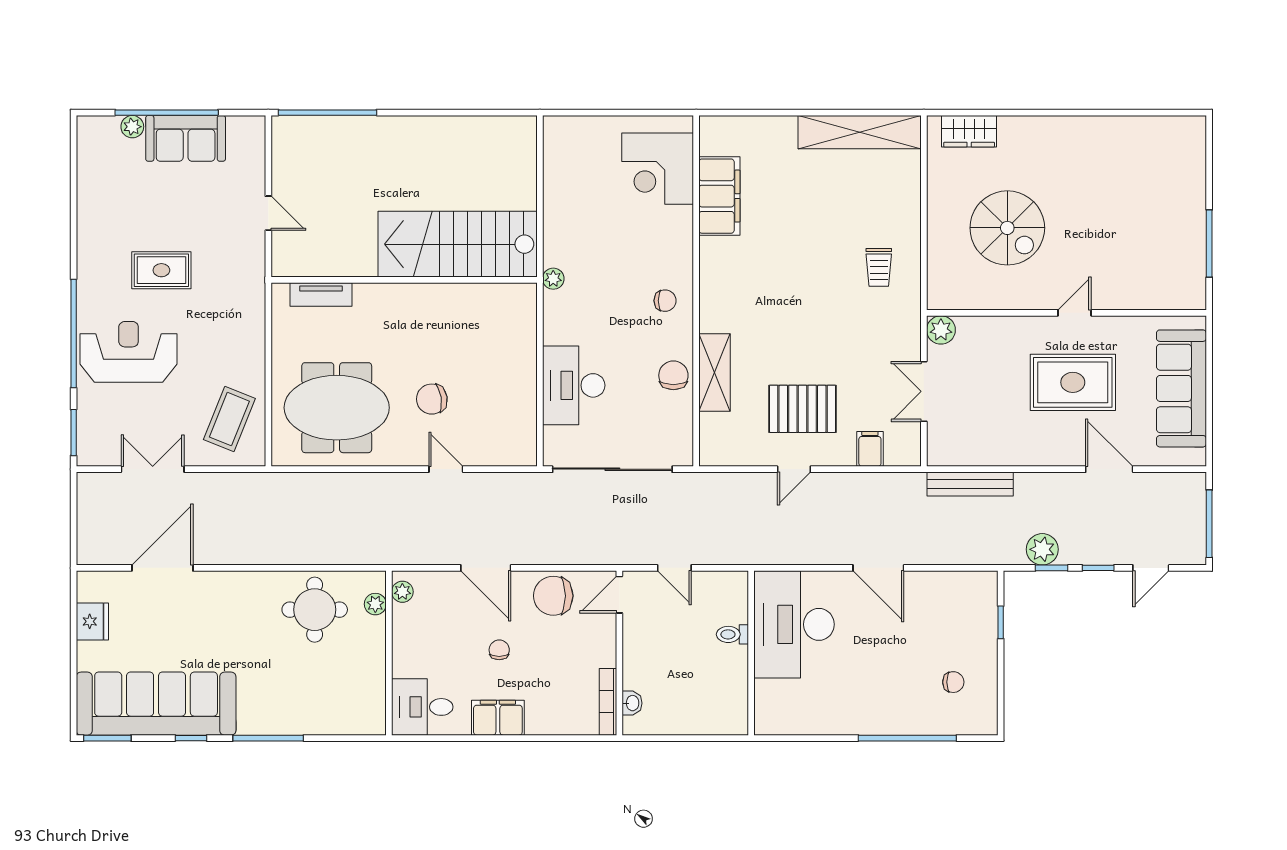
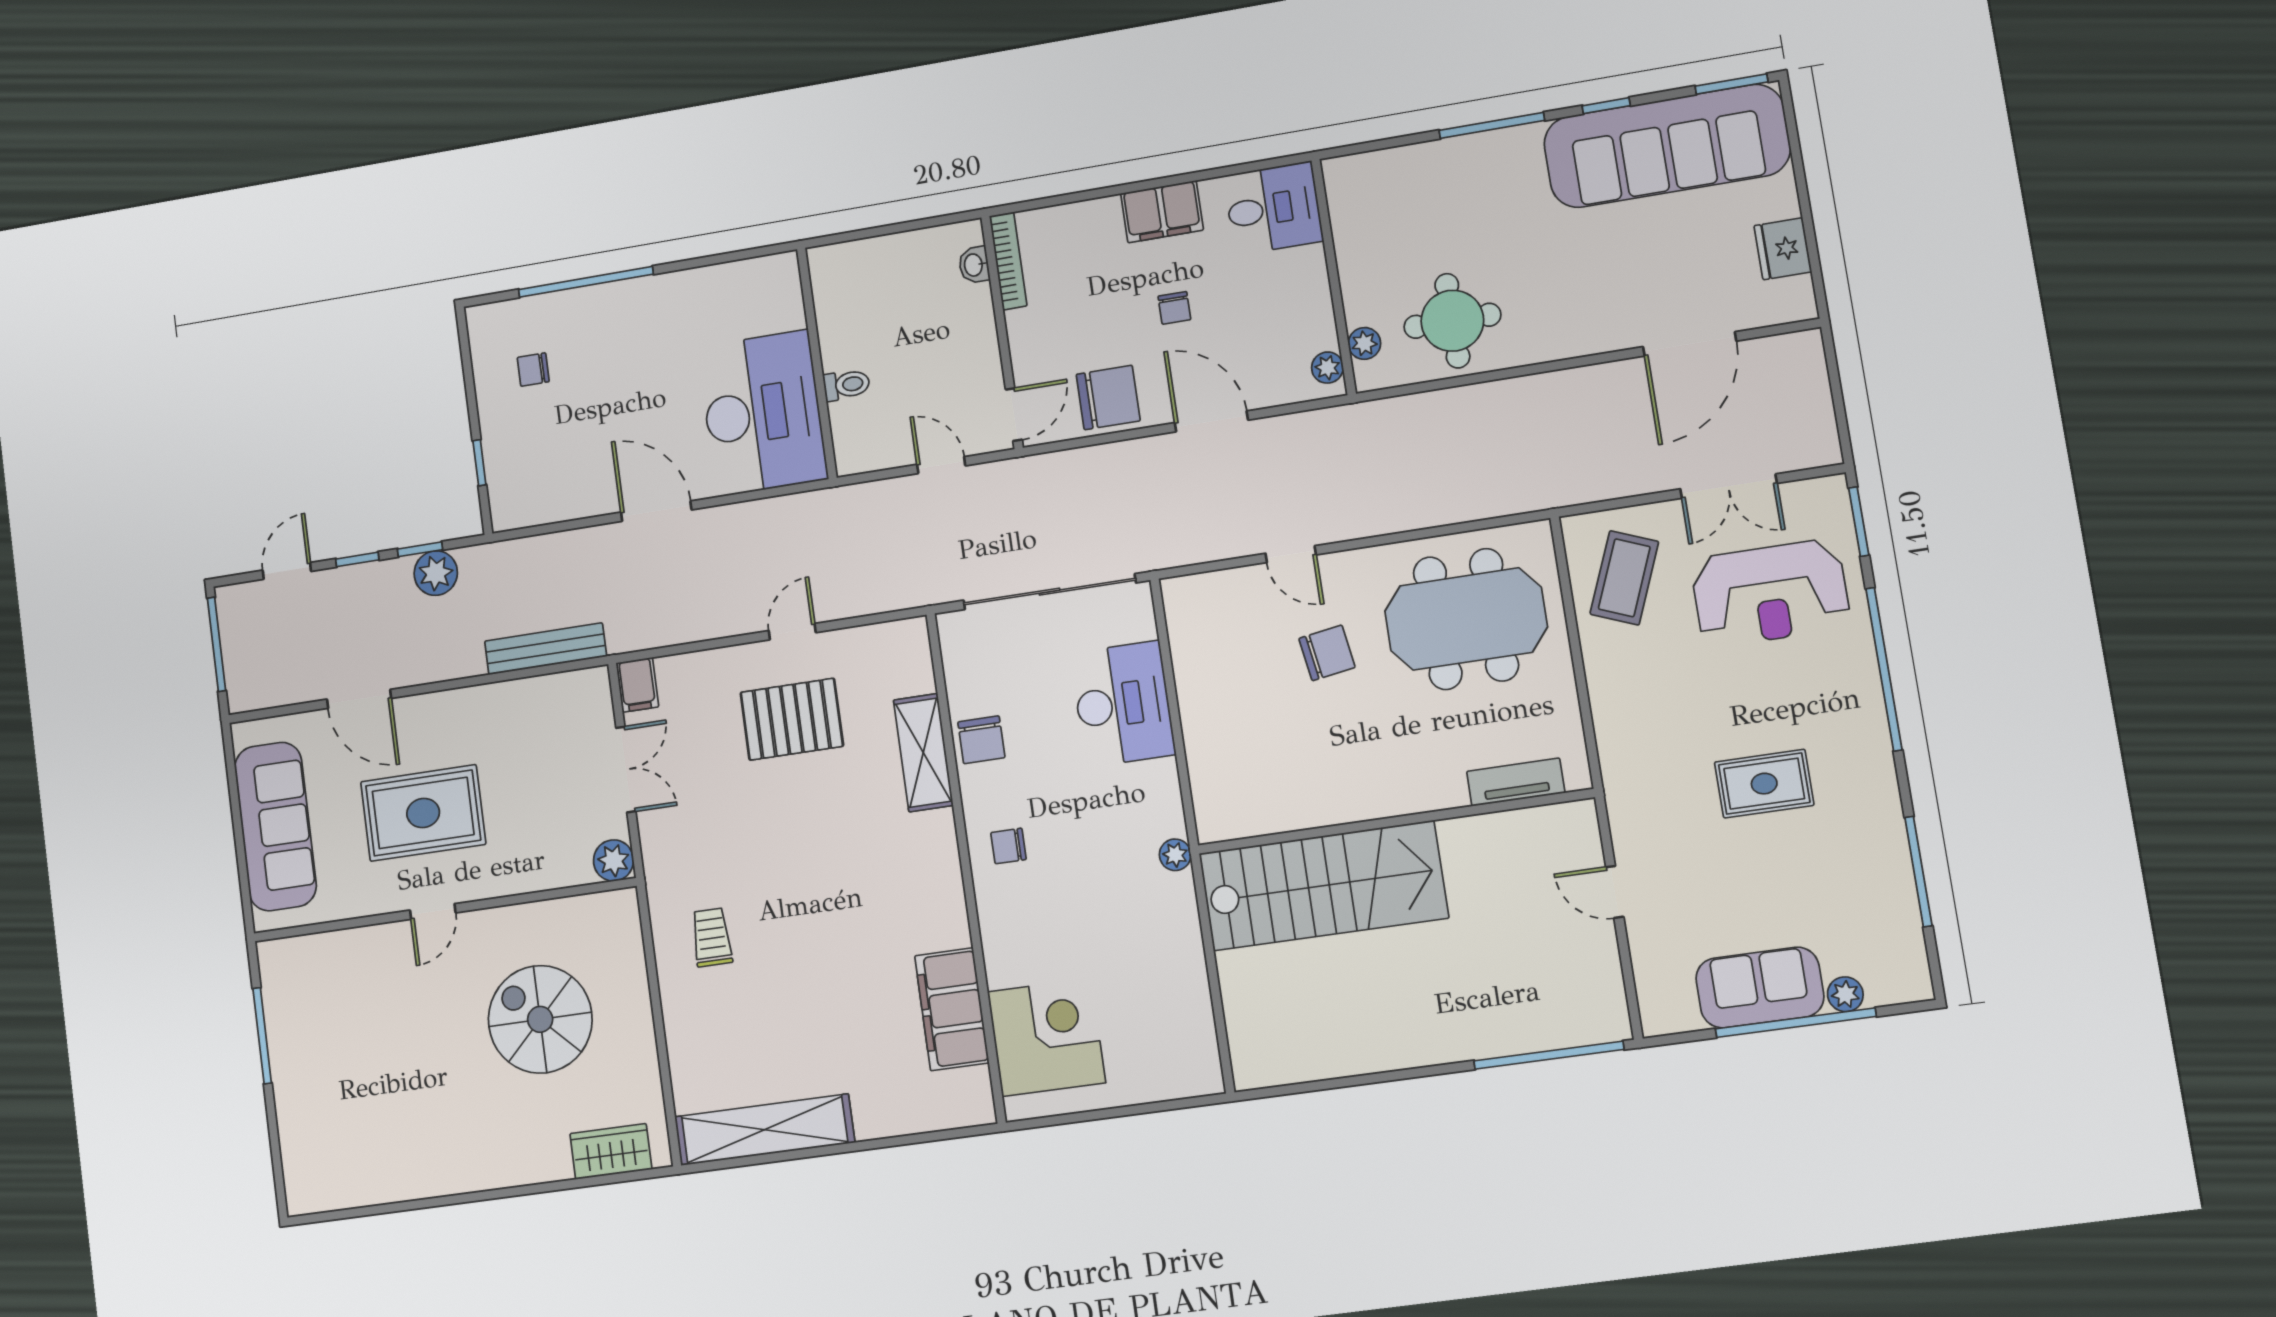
window: (74, 199) -> (1918, 872), added
reception desk: (129, 352) -> (1770, 593), moved
filing cabinet: (870, 449) -> (637, 685), moved

